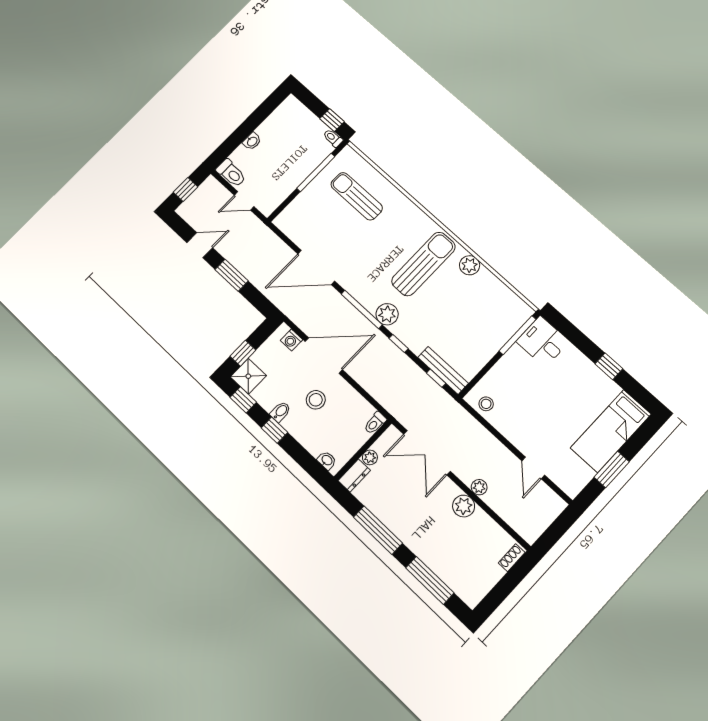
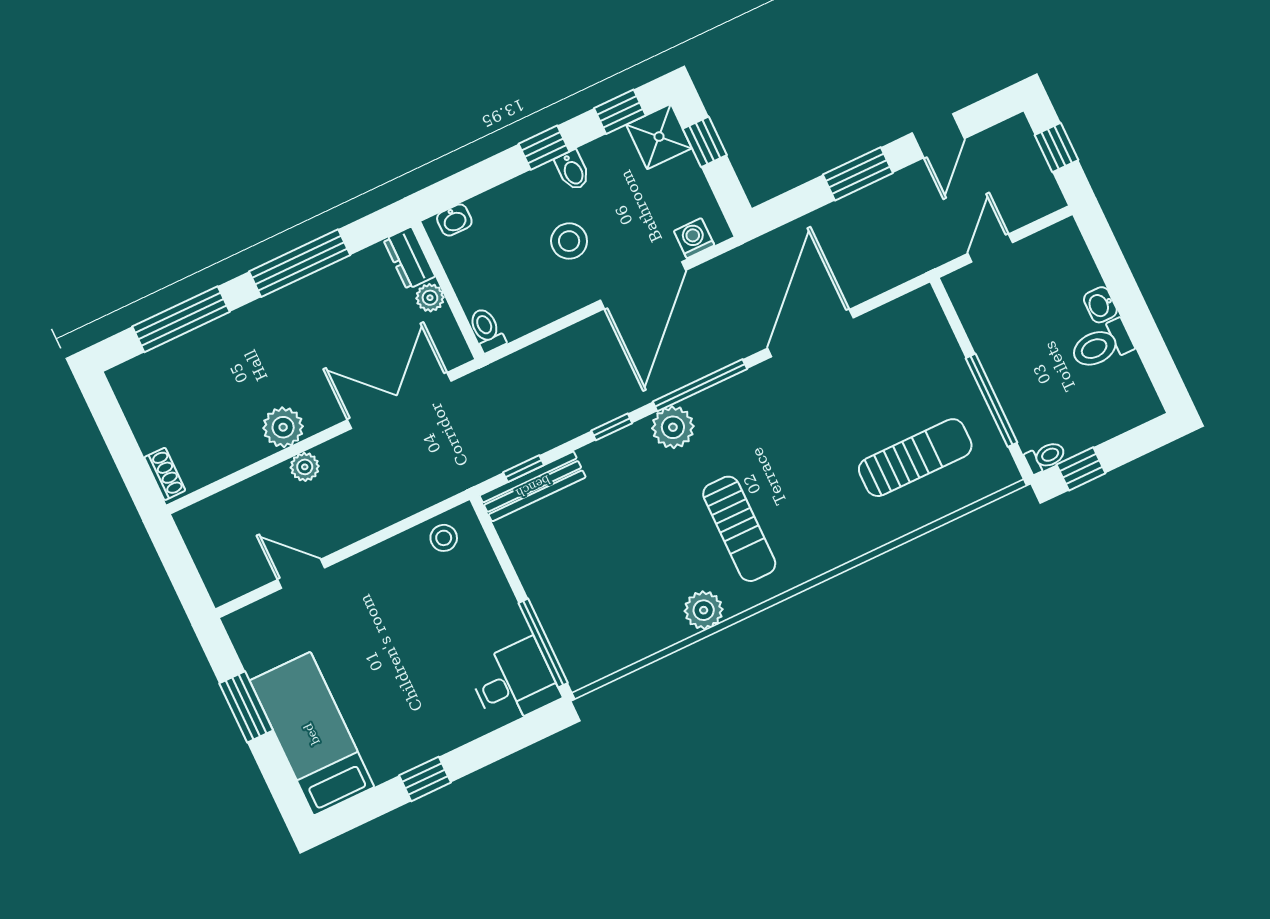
toilet: (231, 173) -> (1102, 345), moved
sun lounger: (424, 264) -> (739, 529), width x0.73, depth x0.75

